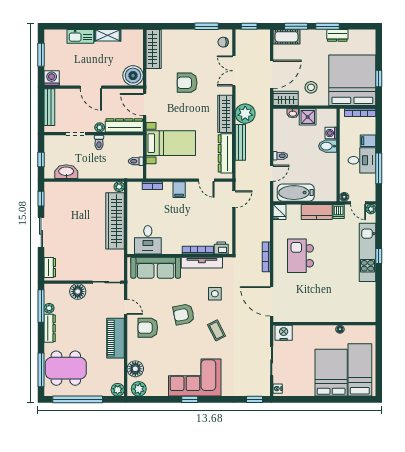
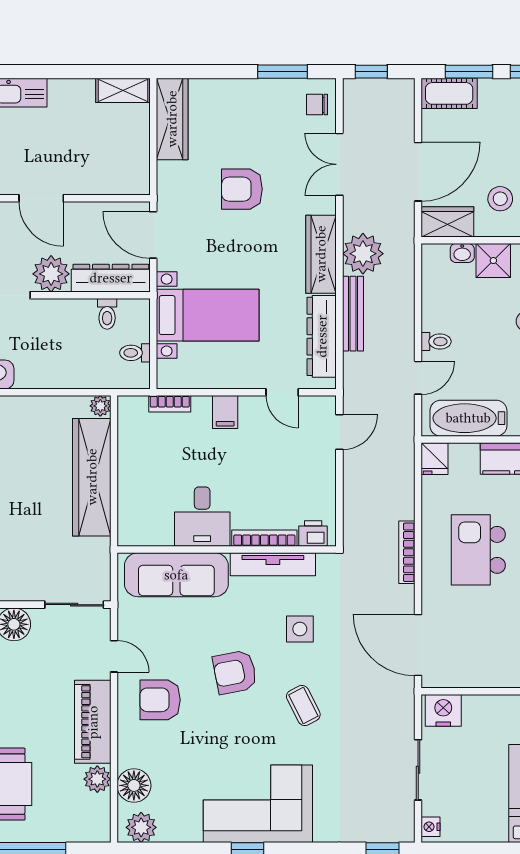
shelving: (108, 35) -> (123, 90), moved
boiler: (133, 76) -> (129, 174), removed
plant: (100, 127) -> (51, 274), width x1.88, depth x1.88
toilet: (99, 143) -> (107, 314), moved
desk: (148, 240) -> (202, 517), moved
plant: (118, 390) -> (97, 779), moved

